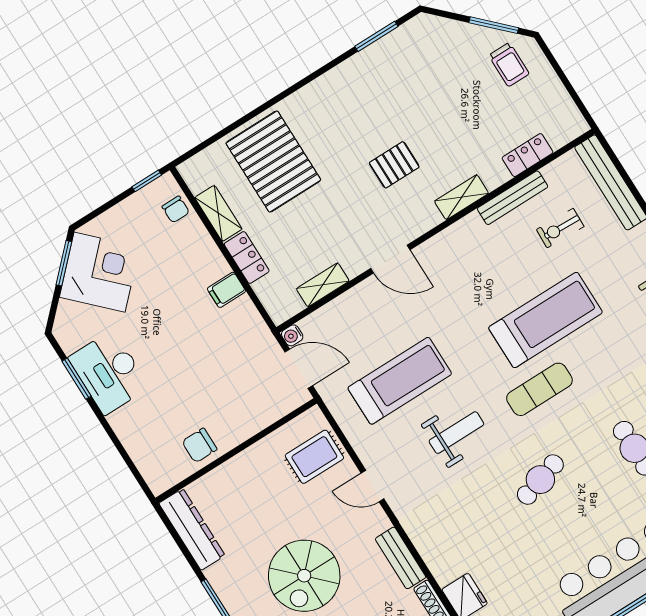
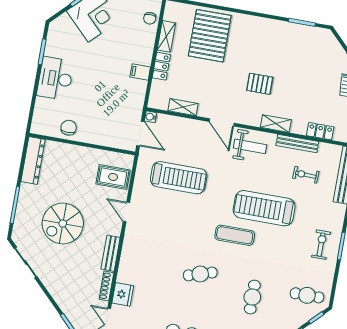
treadmill: (546, 320) -> (264, 208), turned 180
desk: (109, 372) -> (55, 78), moved
weight bench: (456, 433) -> (250, 146), moved
chair: (199, 445) -> (69, 128), turned 90

